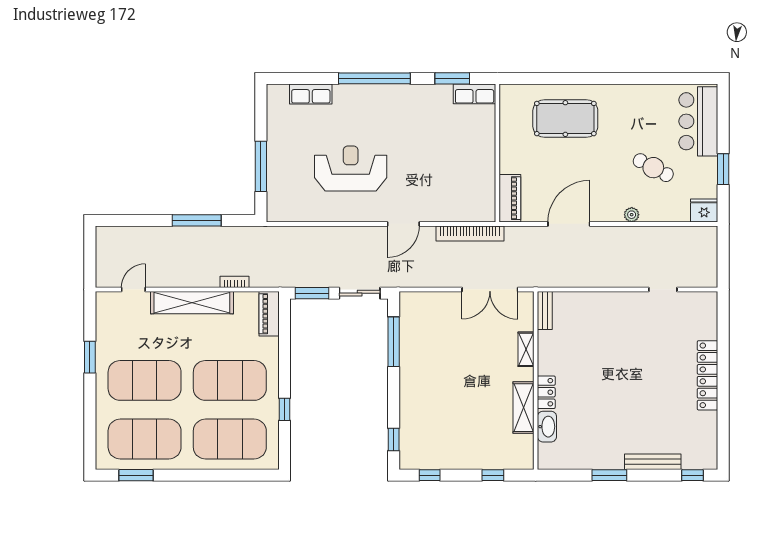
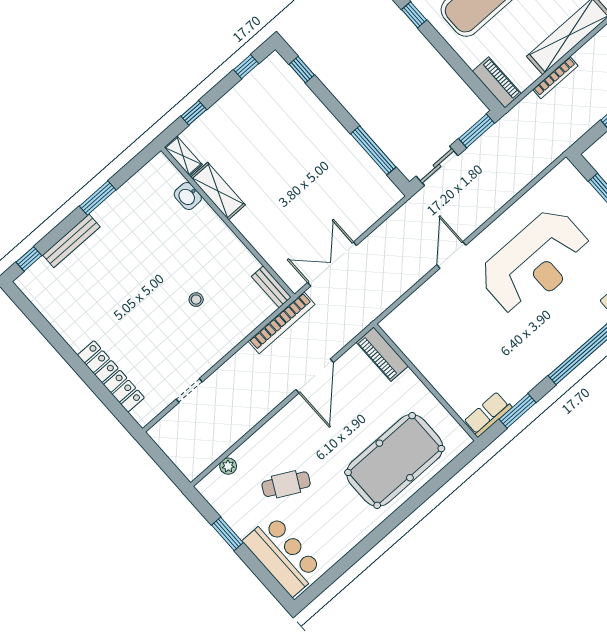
pool table: (565, 119) -> (395, 460), width x1.36, depth x1.32
reception desk: (351, 169) -> (535, 262), width x1.36, depth x1.30
fridge: (704, 211) -> (213, 486), removed
plant: (632, 215) -> (228, 466), moved
bookcase: (470, 233) -> (282, 323), moved, turned 180
bookcase: (234, 282) -> (555, 78), width x1.56
stool: (603, 347) -> (196, 300), added
shelving: (526, 349) -> (183, 156), moved
locker: (707, 375) -> (111, 376), moved
locker: (546, 392) -> (210, 220), removed
washbasin: (547, 427) -> (188, 196), width x0.72

